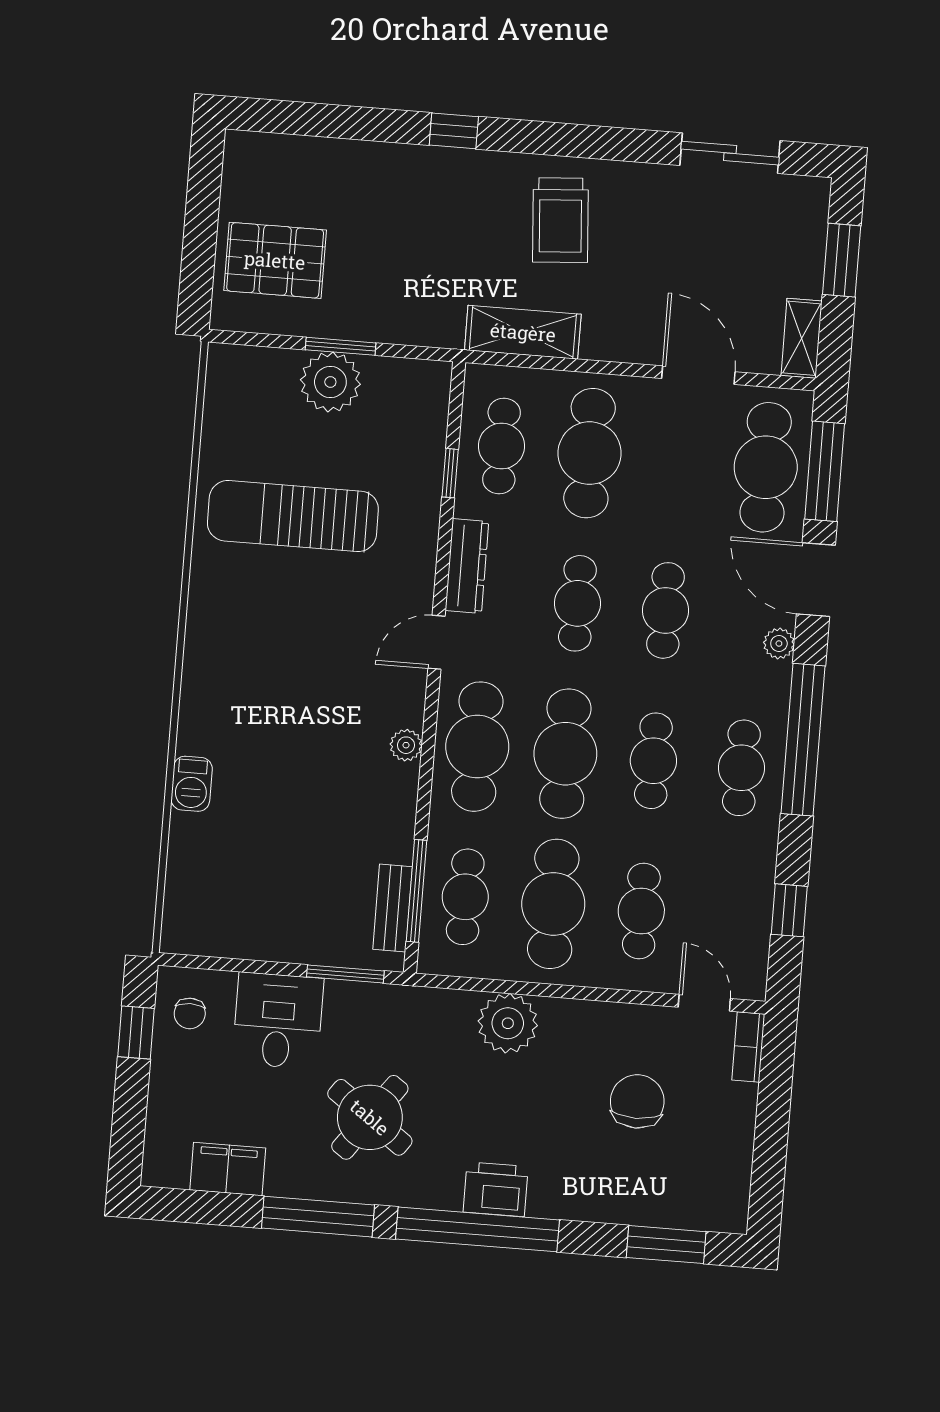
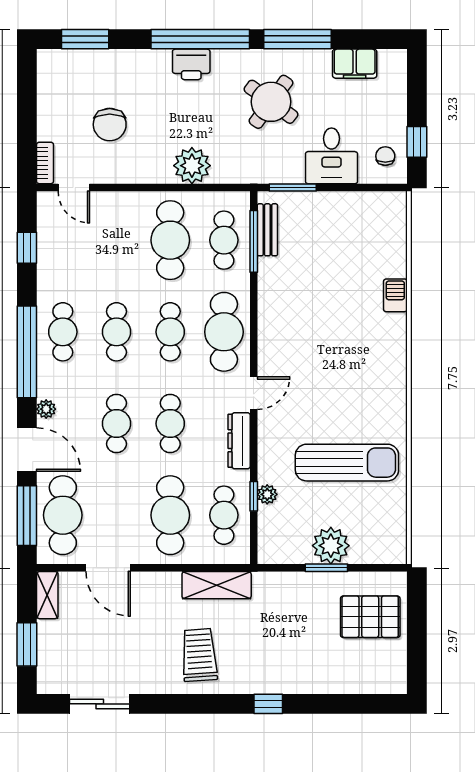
plant: (406, 745) -> (267, 494), moved
cafe table: (565, 754) -> (170, 332), width x0.73, depth x0.74
cafe table: (641, 911) -> (117, 240), removed

